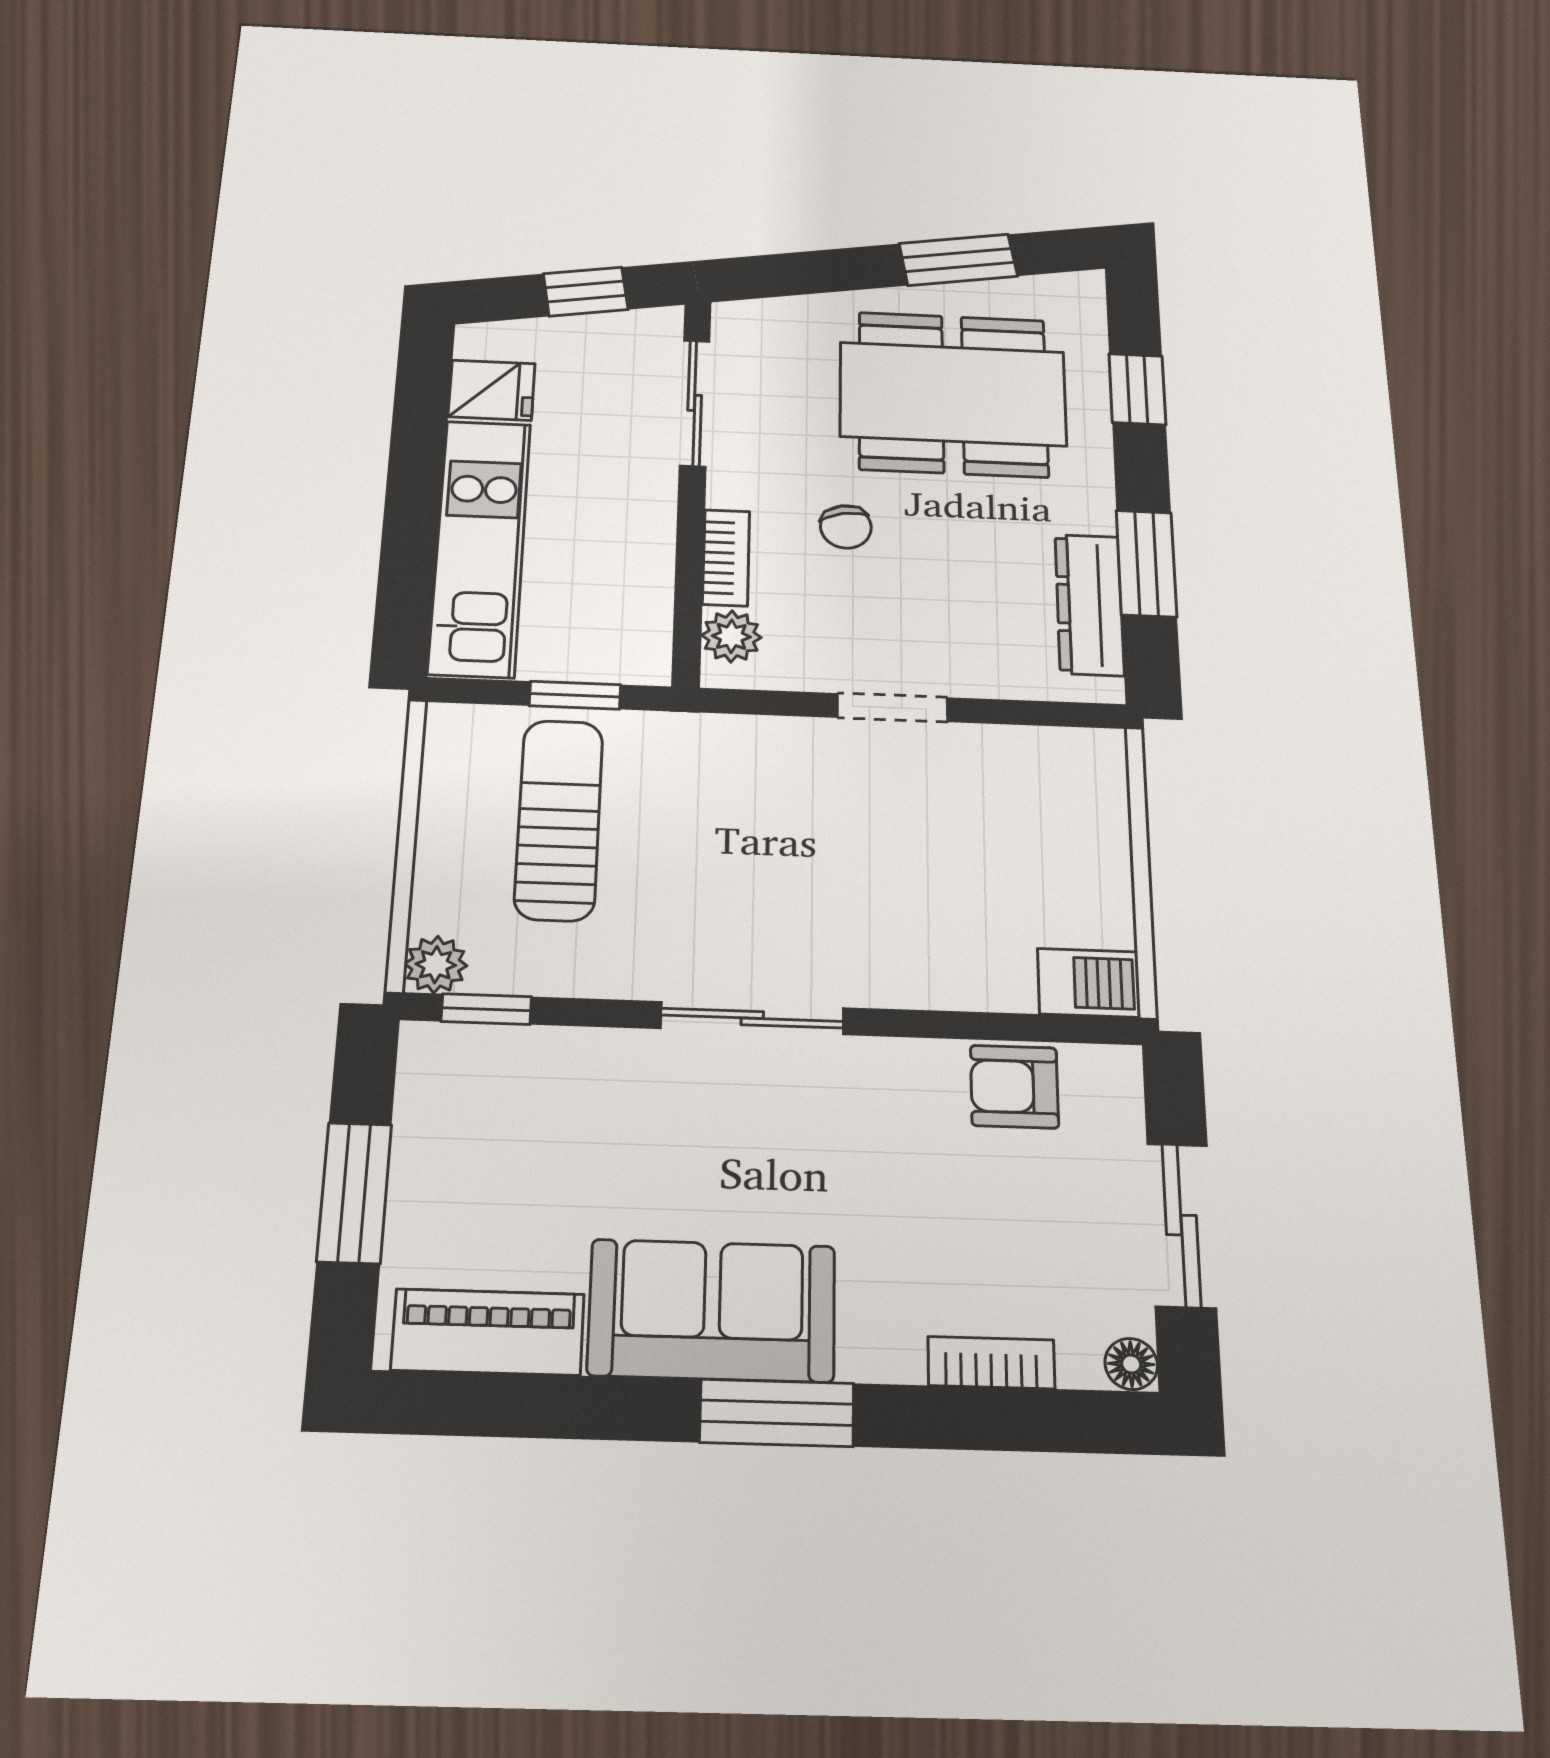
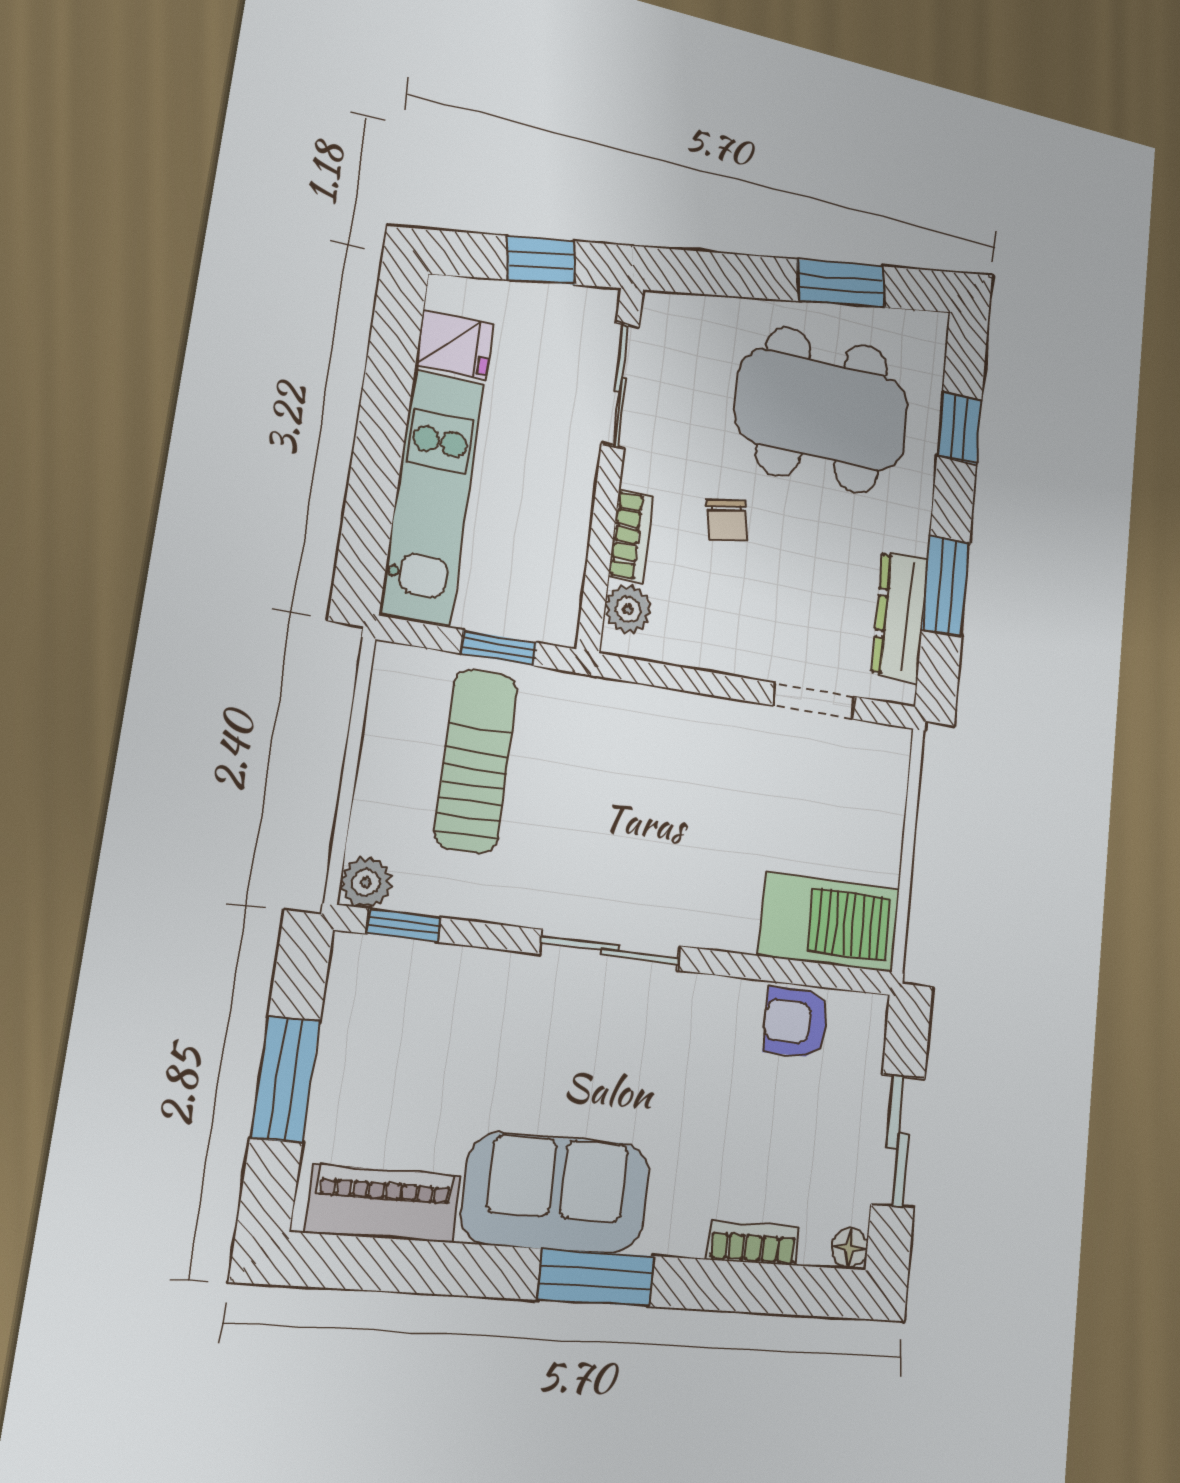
doorway: (893, 708) -> (814, 701), moved
barbecue: (1089, 983) -> (829, 922), width x1.88, depth x1.53

